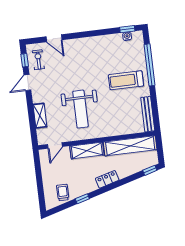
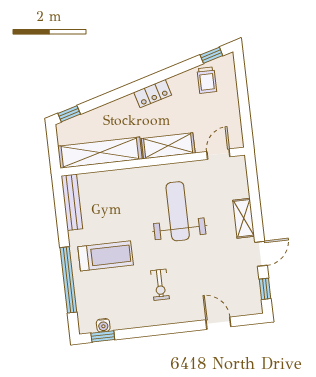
exercise bike: (38, 60) -> (160, 285), moved
shelving: (40, 116) -> (244, 218), moved
locker: (107, 179) -> (153, 94), moved
window: (82, 199) -> (211, 55), moved

